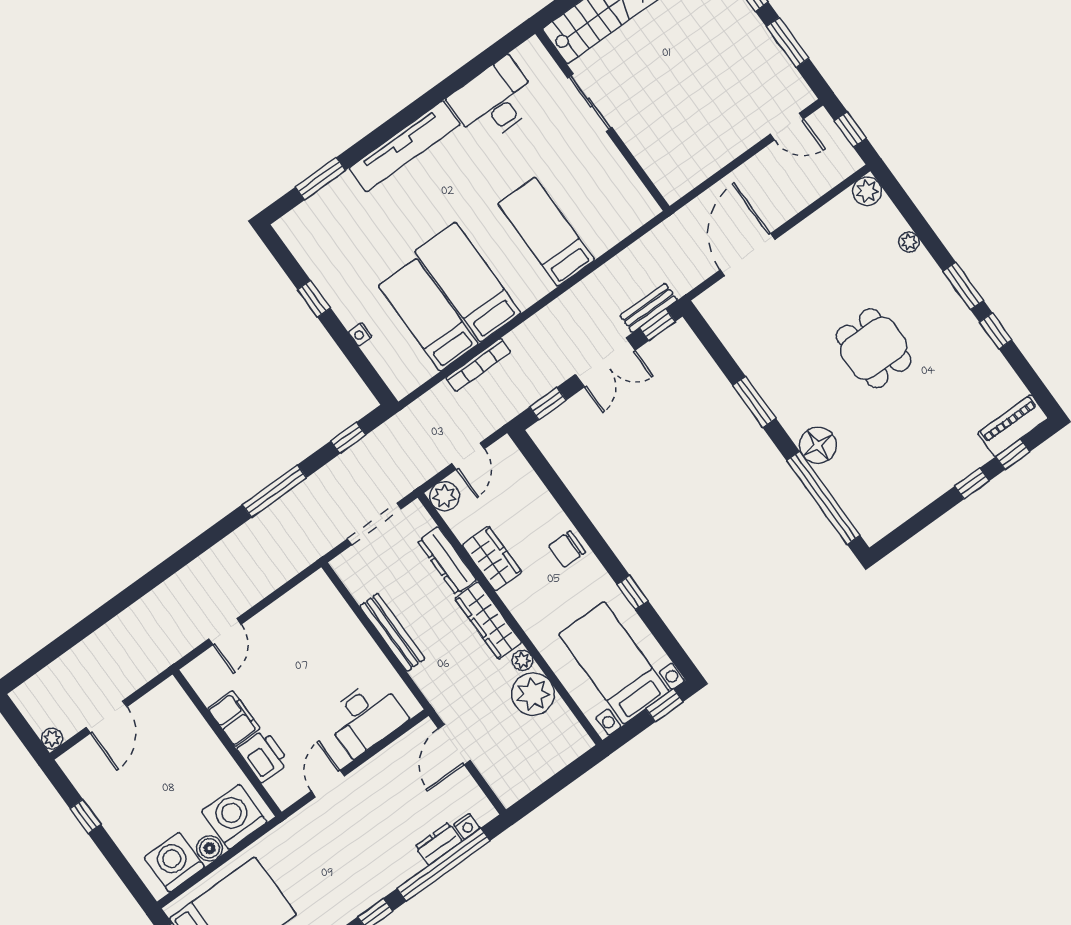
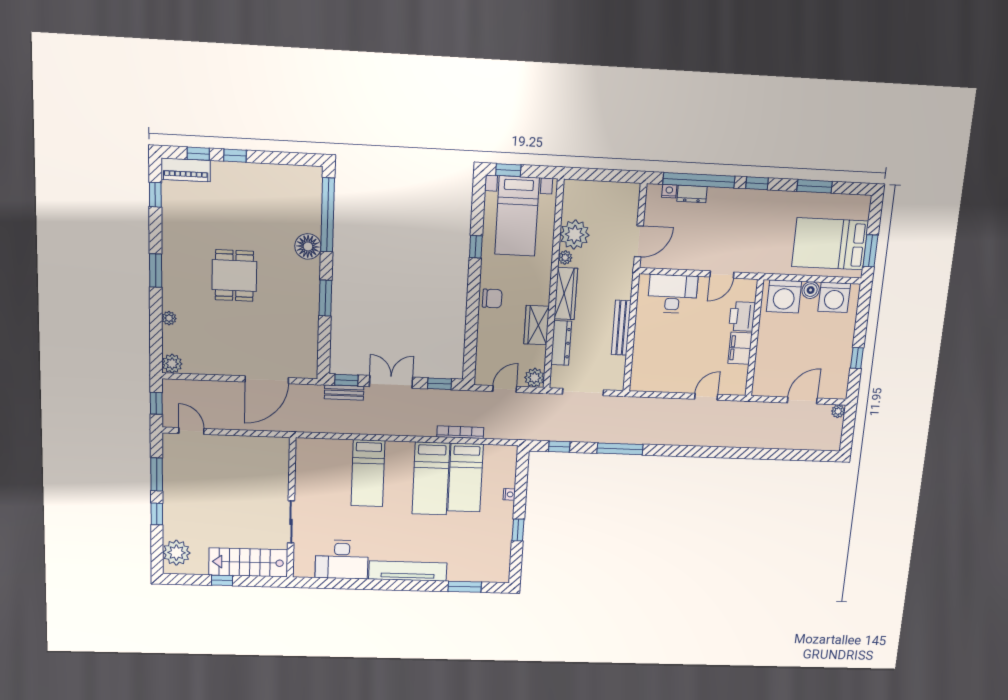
window: (996, 331) -> (155, 195), moved

